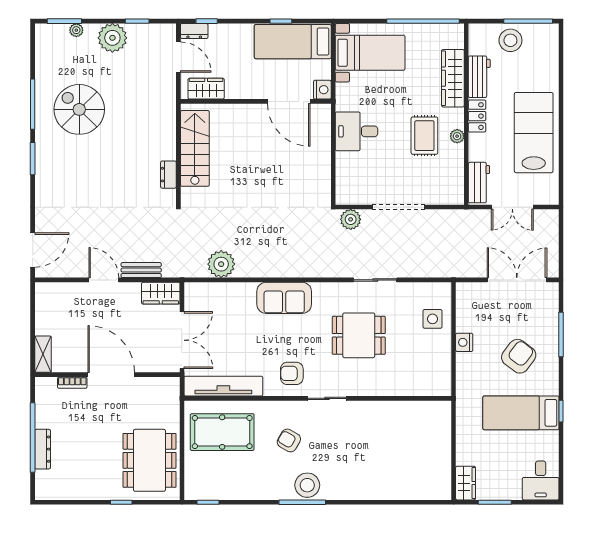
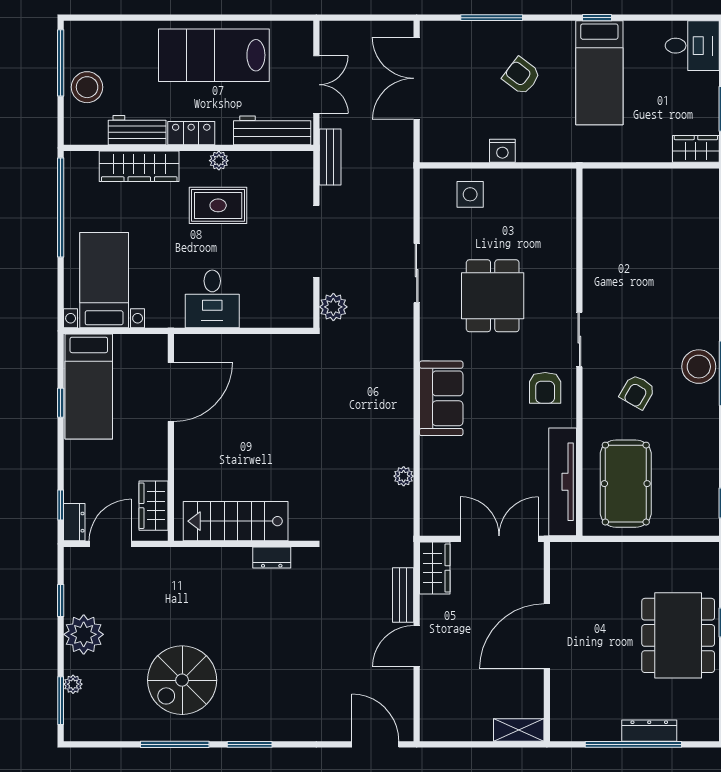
nightstand: (322, 90) -> (155, 346), removed
workbench: (479, 183) -> (272, 130), width x1.37
bench: (460, 217) -> (330, 157), added
plant: (221, 264) -> (404, 476), width x0.53, depth x0.53
armchair: (519, 356) -> (521, 76), width x0.72, depth x0.72
bookcase: (72, 383) -> (558, 690), removed
dining table: (149, 460) -> (678, 635), moved, turned 90

